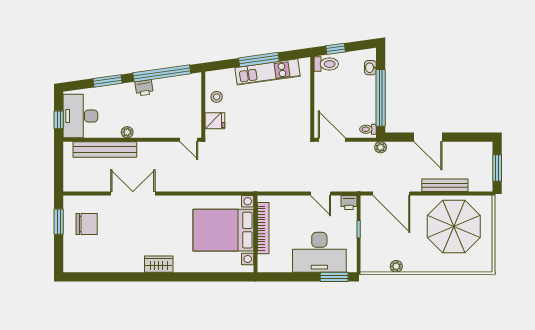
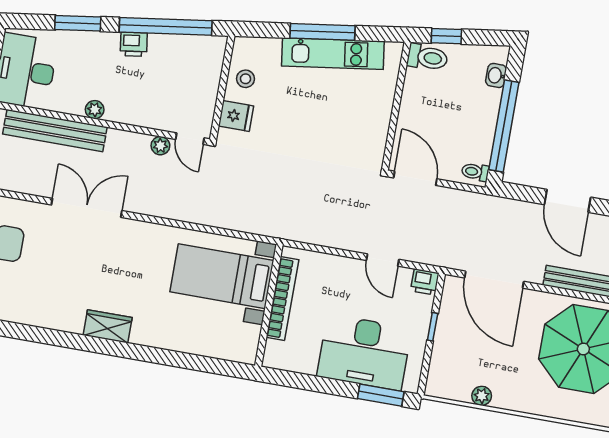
plant: (381, 147) -> (160, 146), moved
bed with nightstands: (223, 230) -> (222, 276), width x0.73

